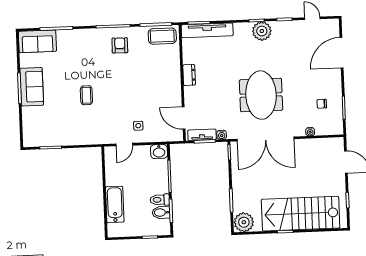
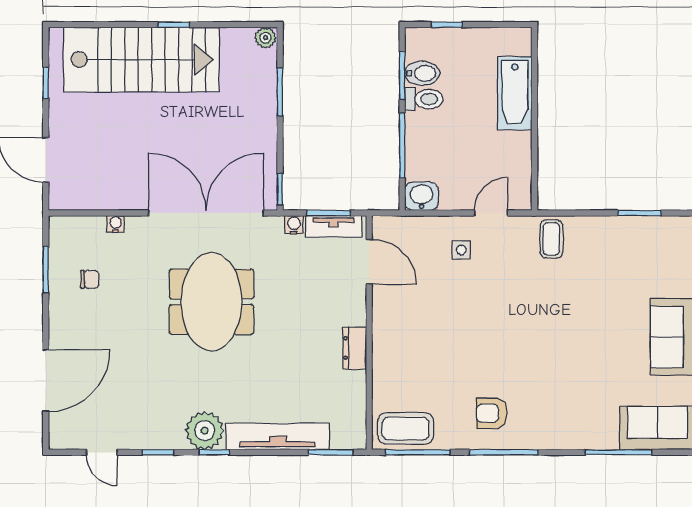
tv unit: (207, 30) -> (278, 436), moved
armchair: (120, 45) -> (492, 413), turned 89
coffee table: (86, 95) -> (551, 239), moved
plant: (244, 222) -> (265, 38), width x0.53, depth x0.53

